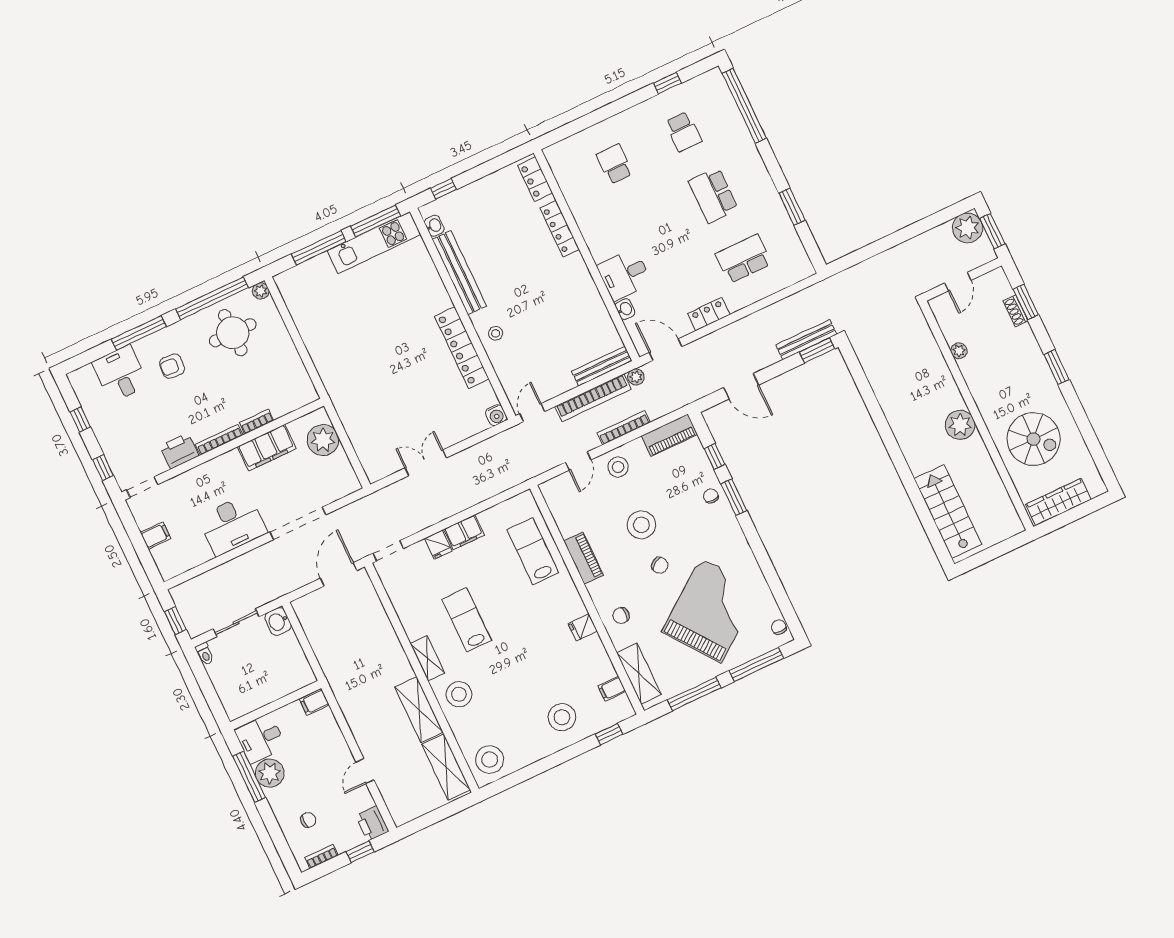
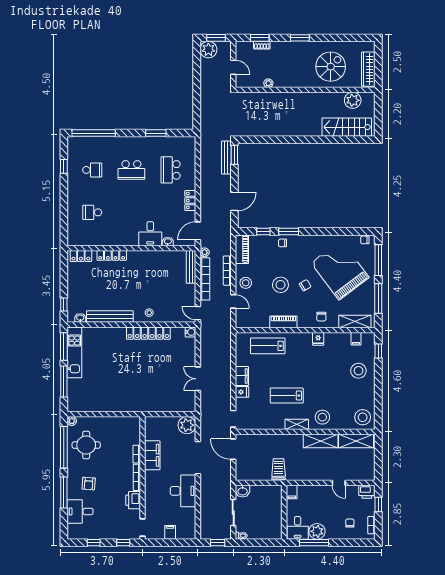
plant: (960, 425) -> (353, 100), moved
plant: (323, 440) -> (187, 425), moved
trolley: (341, 663) -> (279, 469), added

